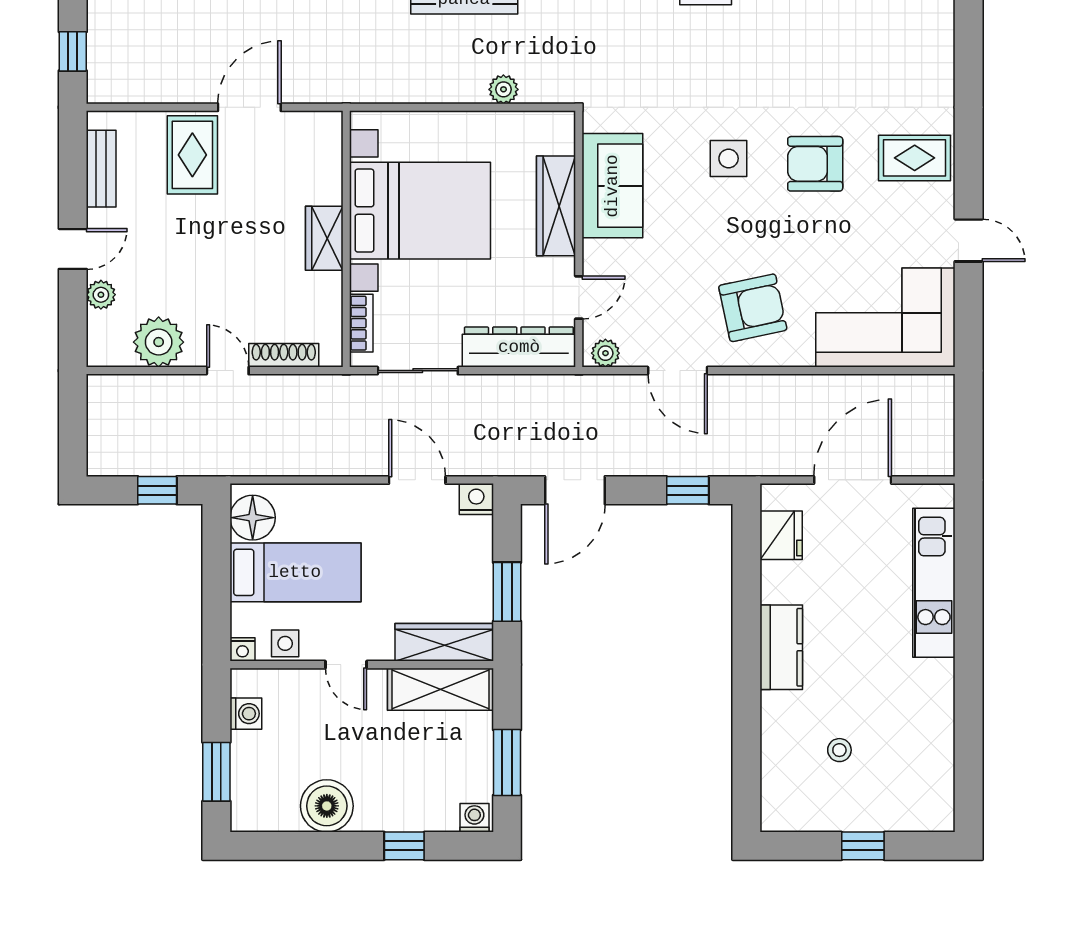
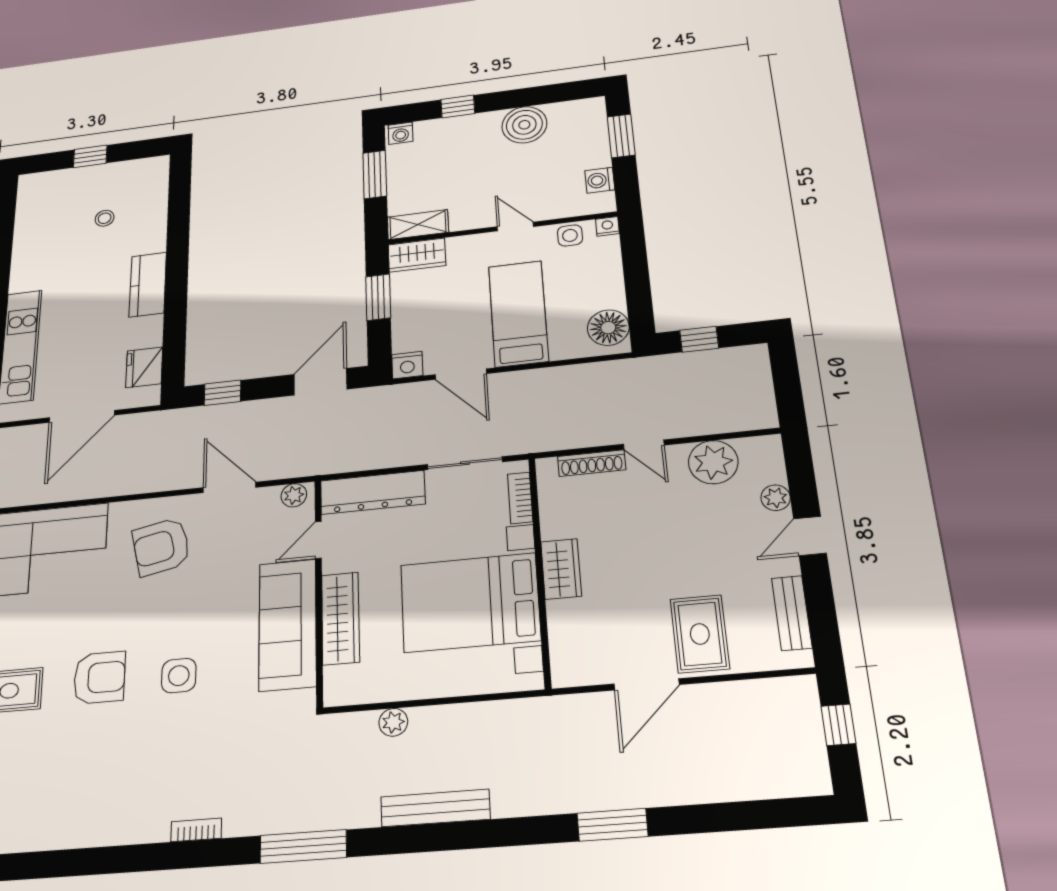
sofa: (612, 186) -> (288, 625), width x1.36
bed: (295, 572) -> (518, 313), moved, turned 90
wardrobe: (444, 642) -> (417, 255), width x0.67
shelving: (440, 689) -> (418, 225), width x0.67, depth x0.75

